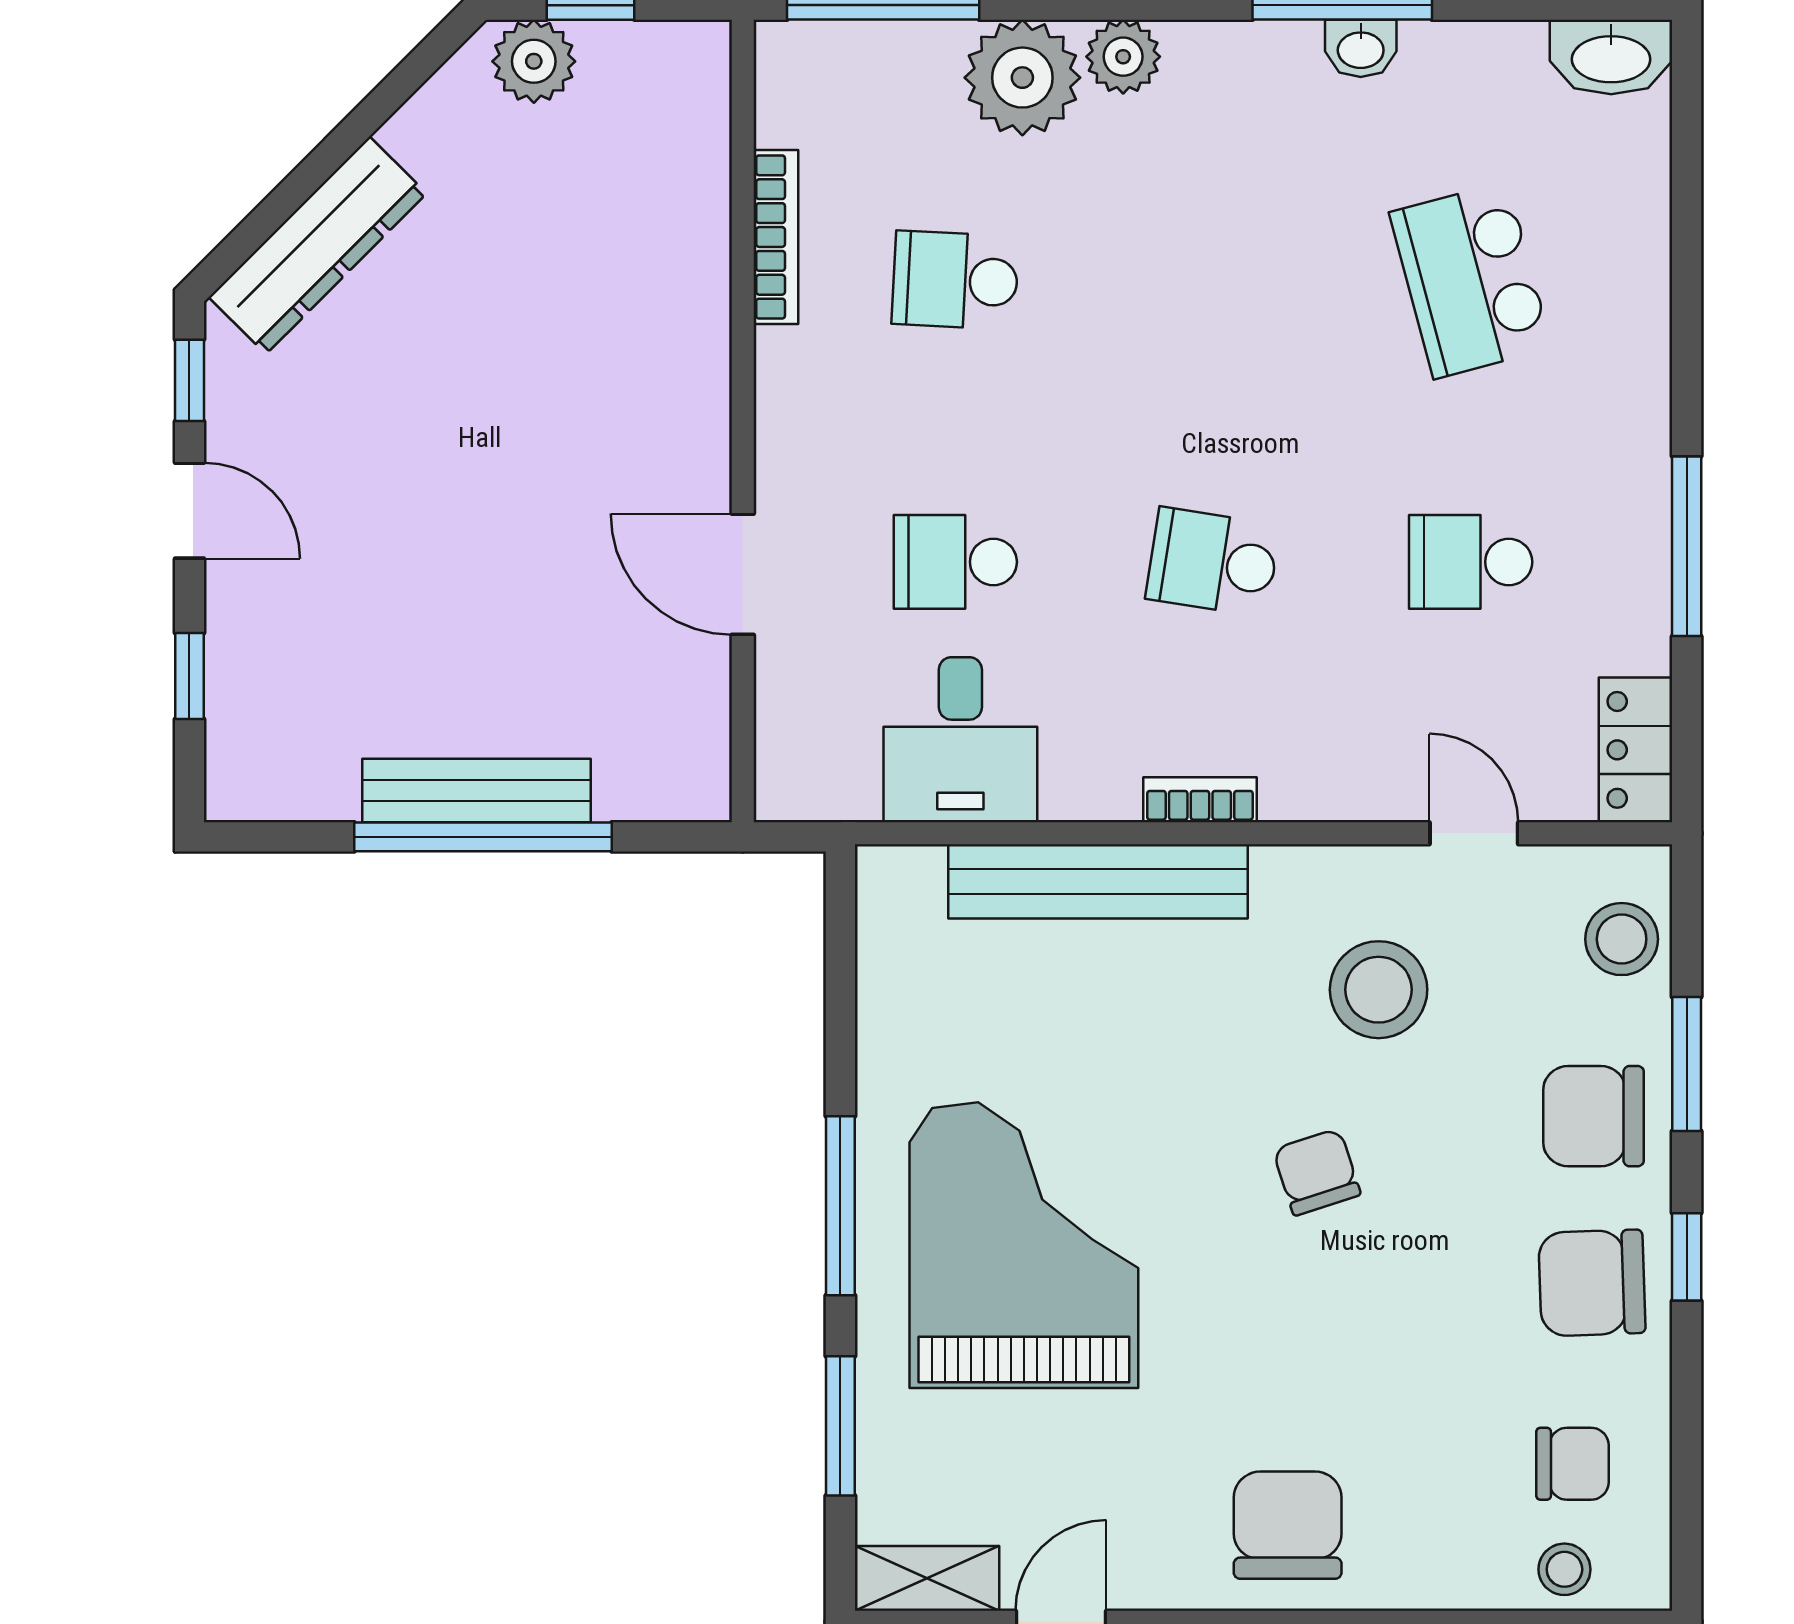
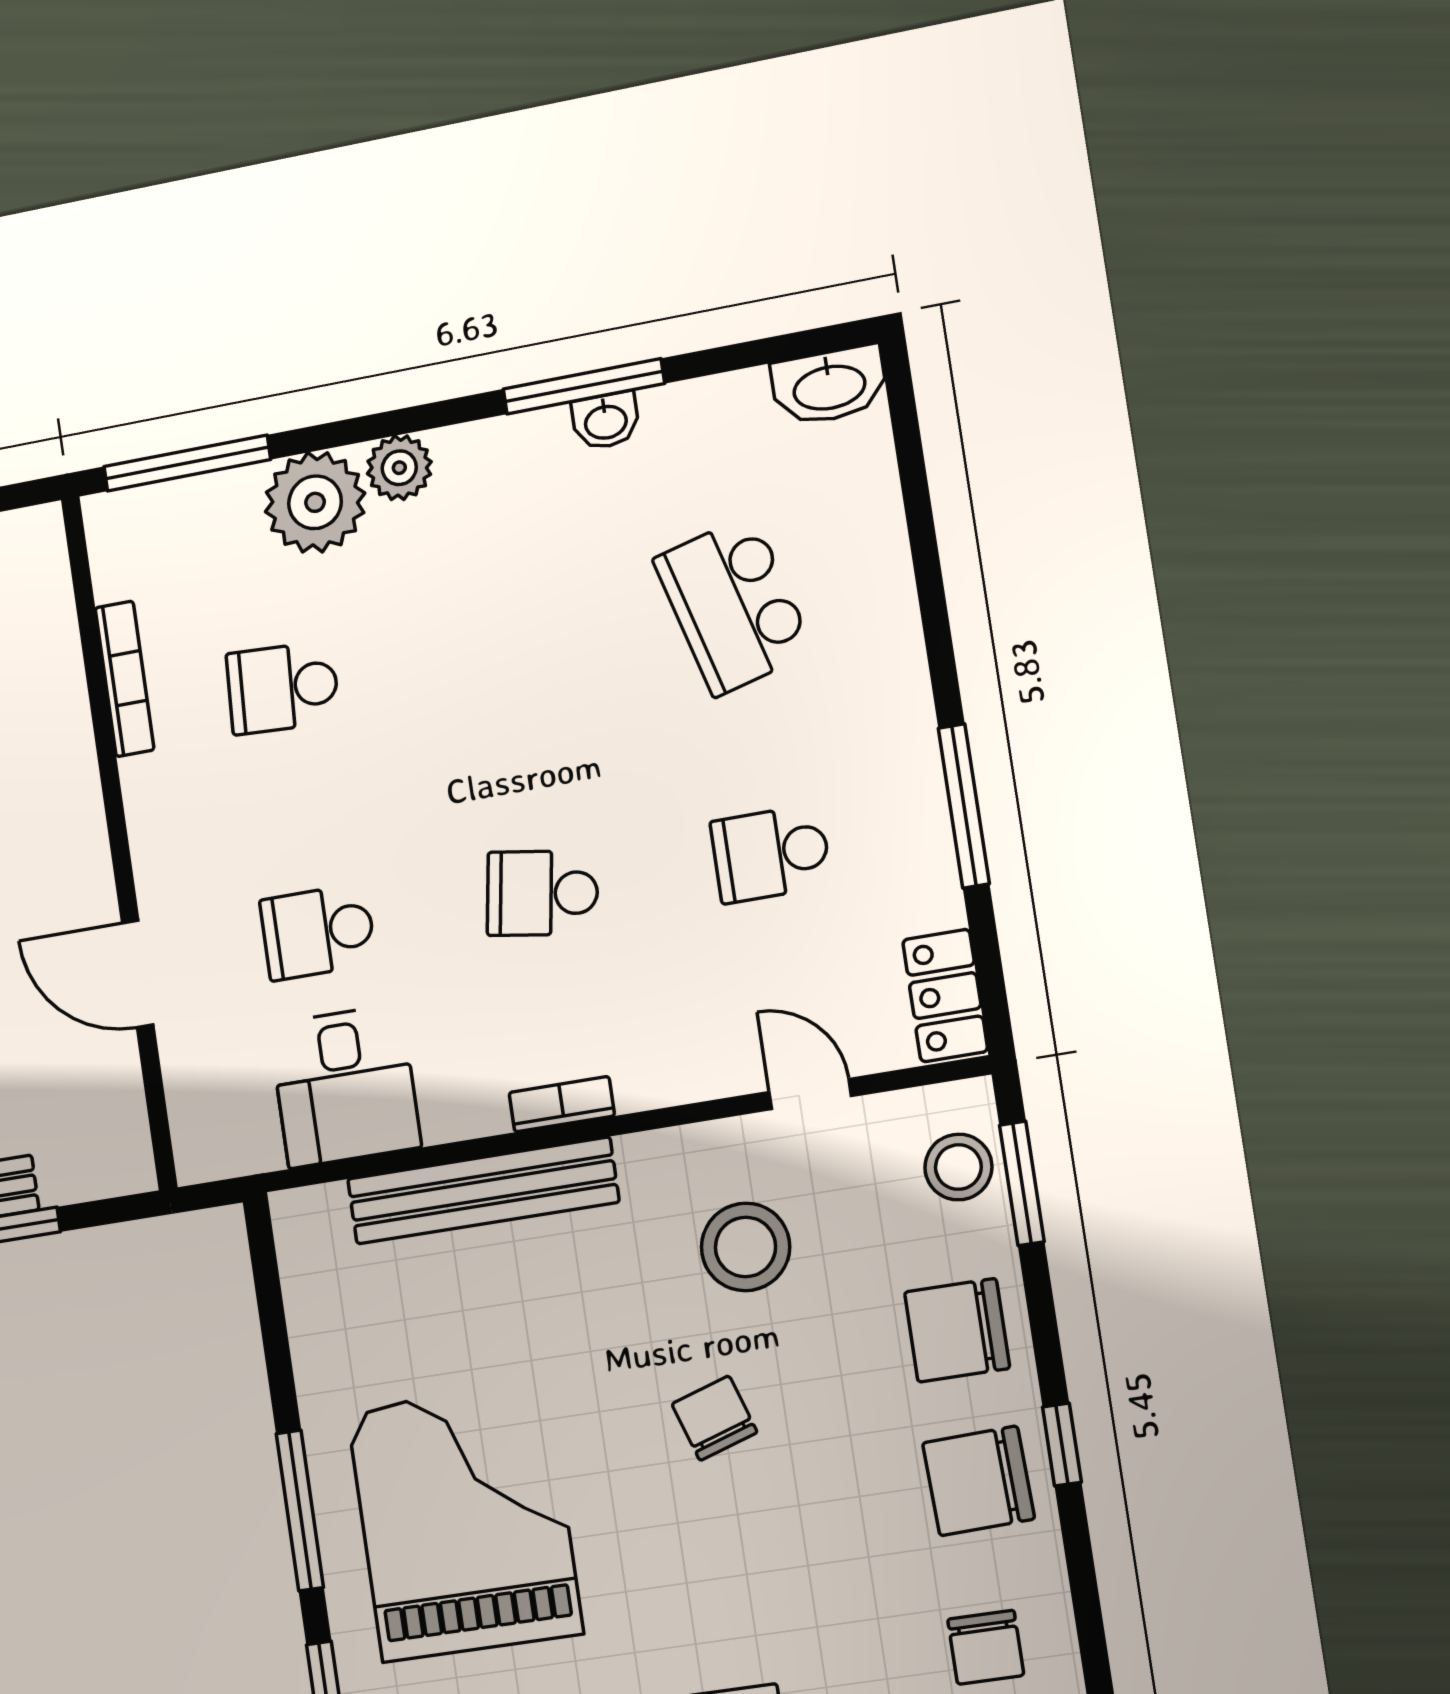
window: (1687, 1064) -> (1022, 1183), moved
chair: (1572, 1464) -> (986, 1647), turned 90

